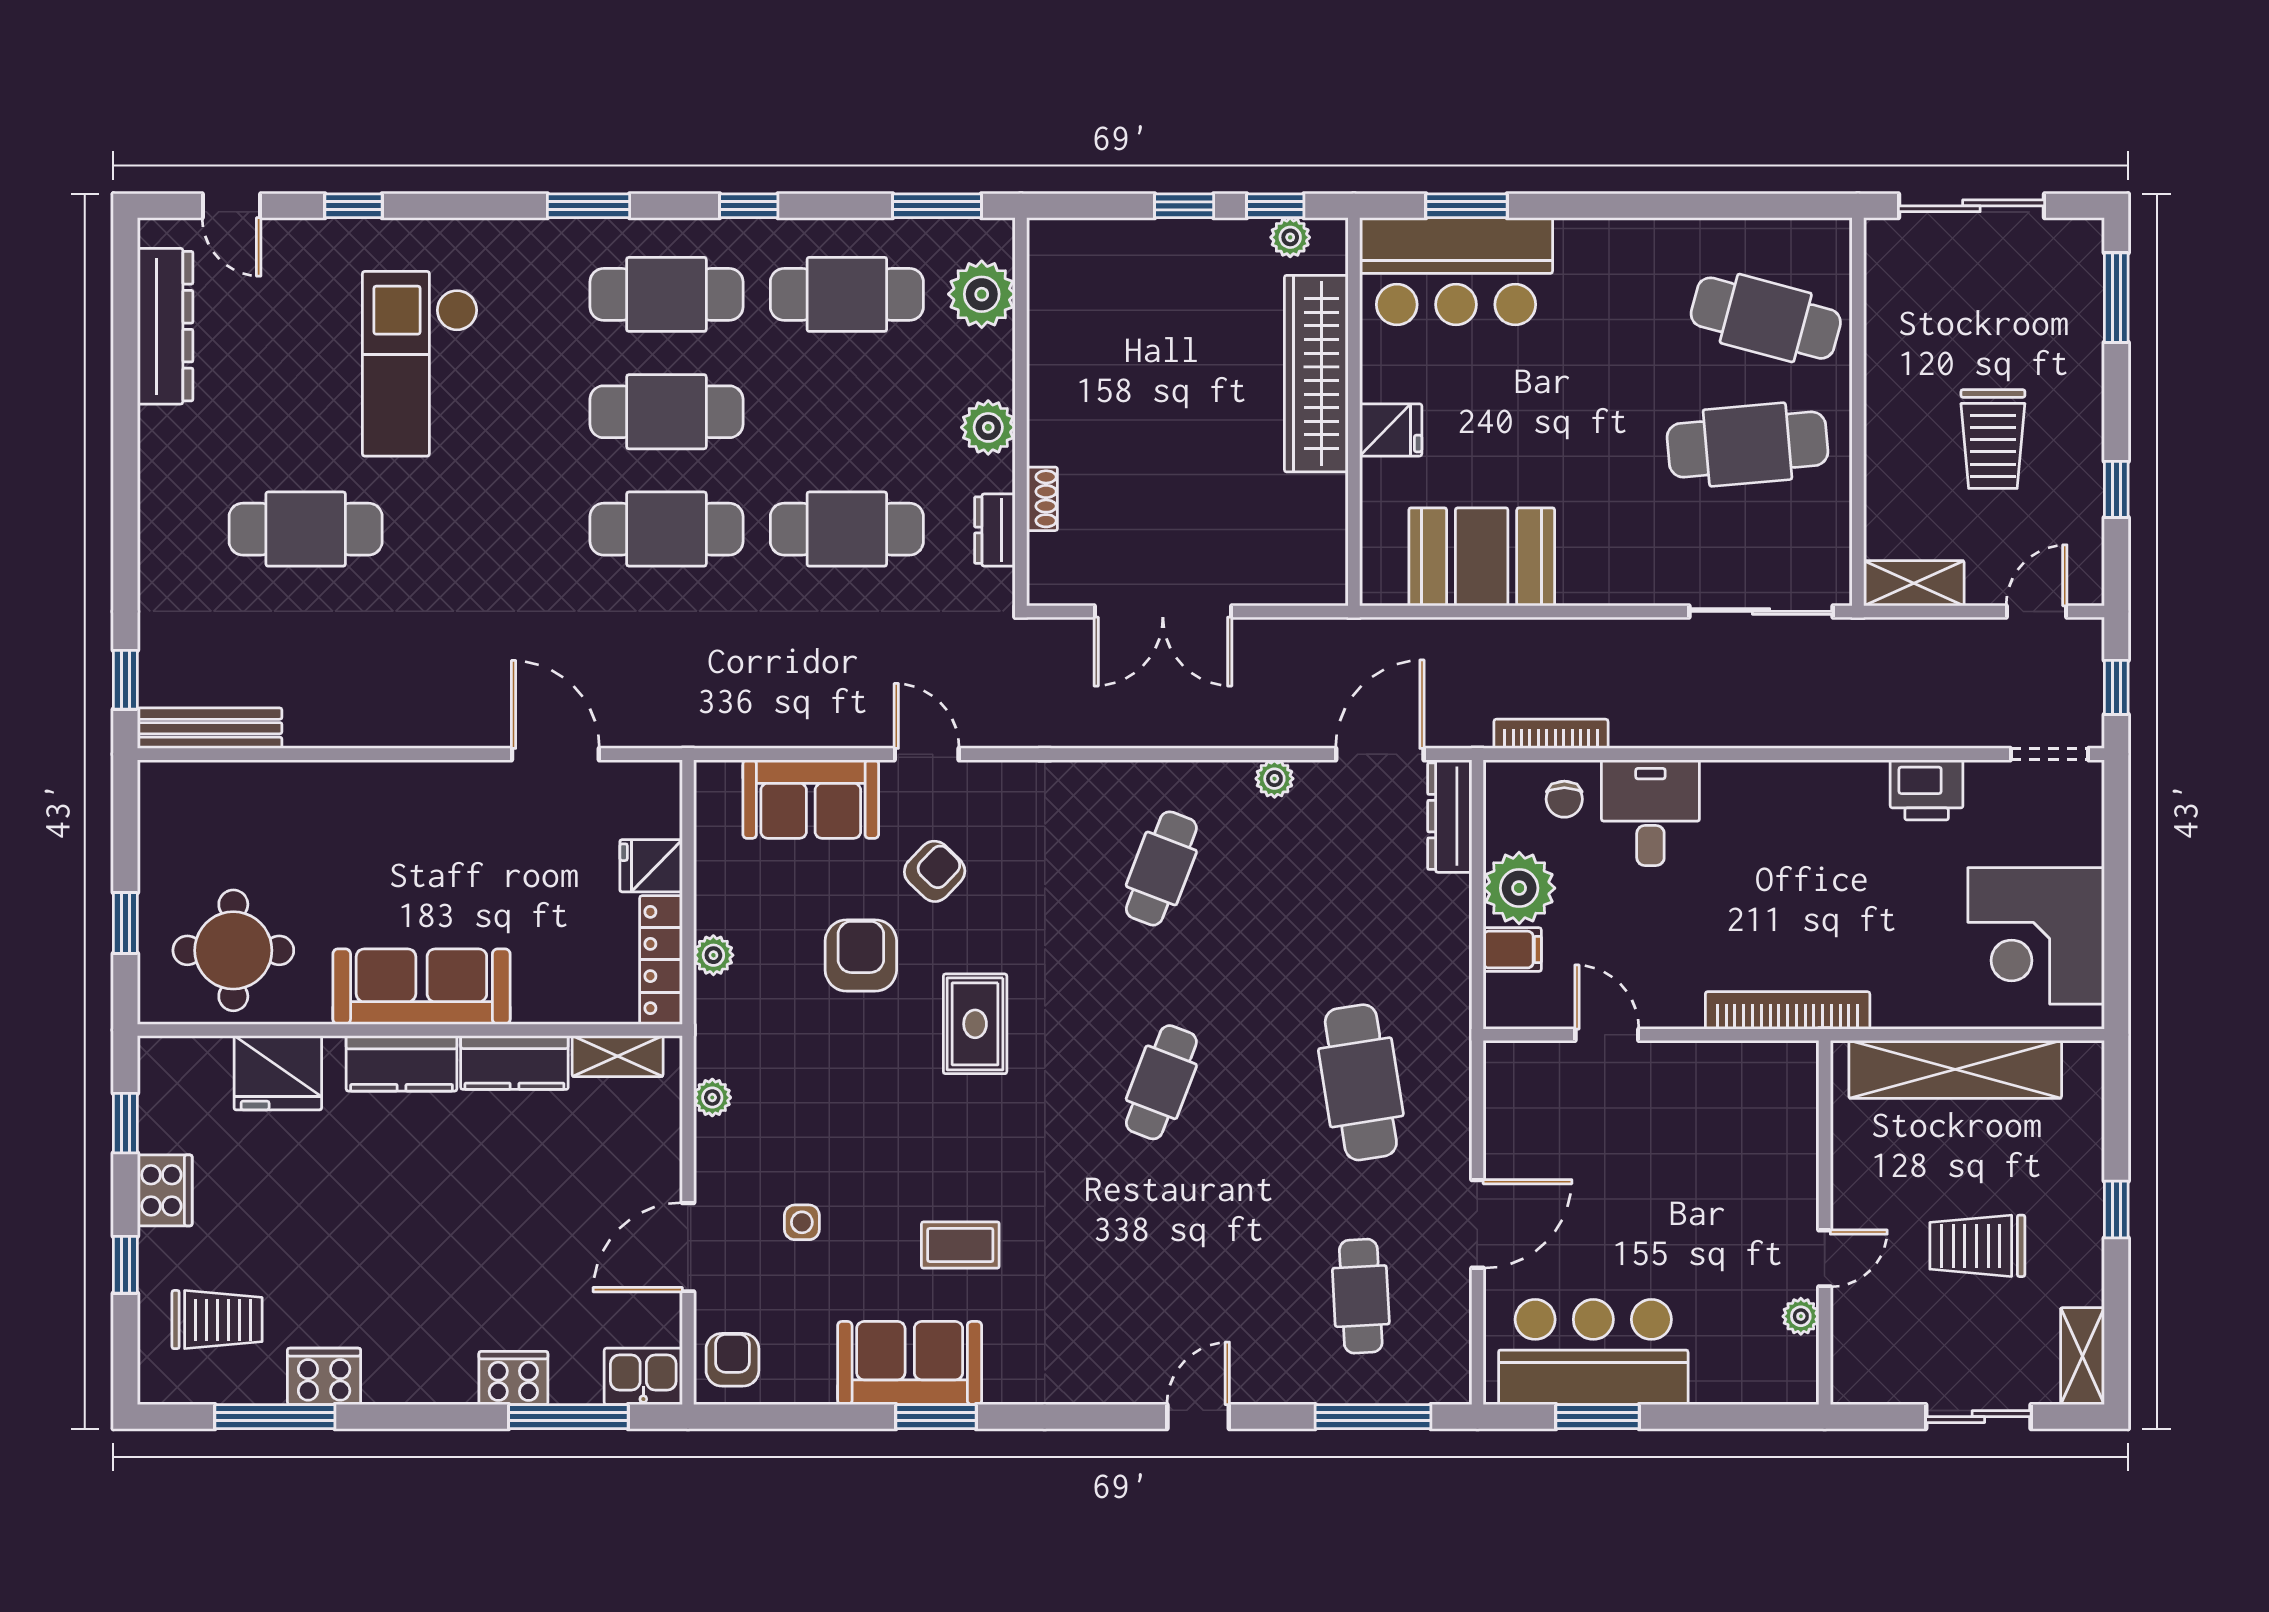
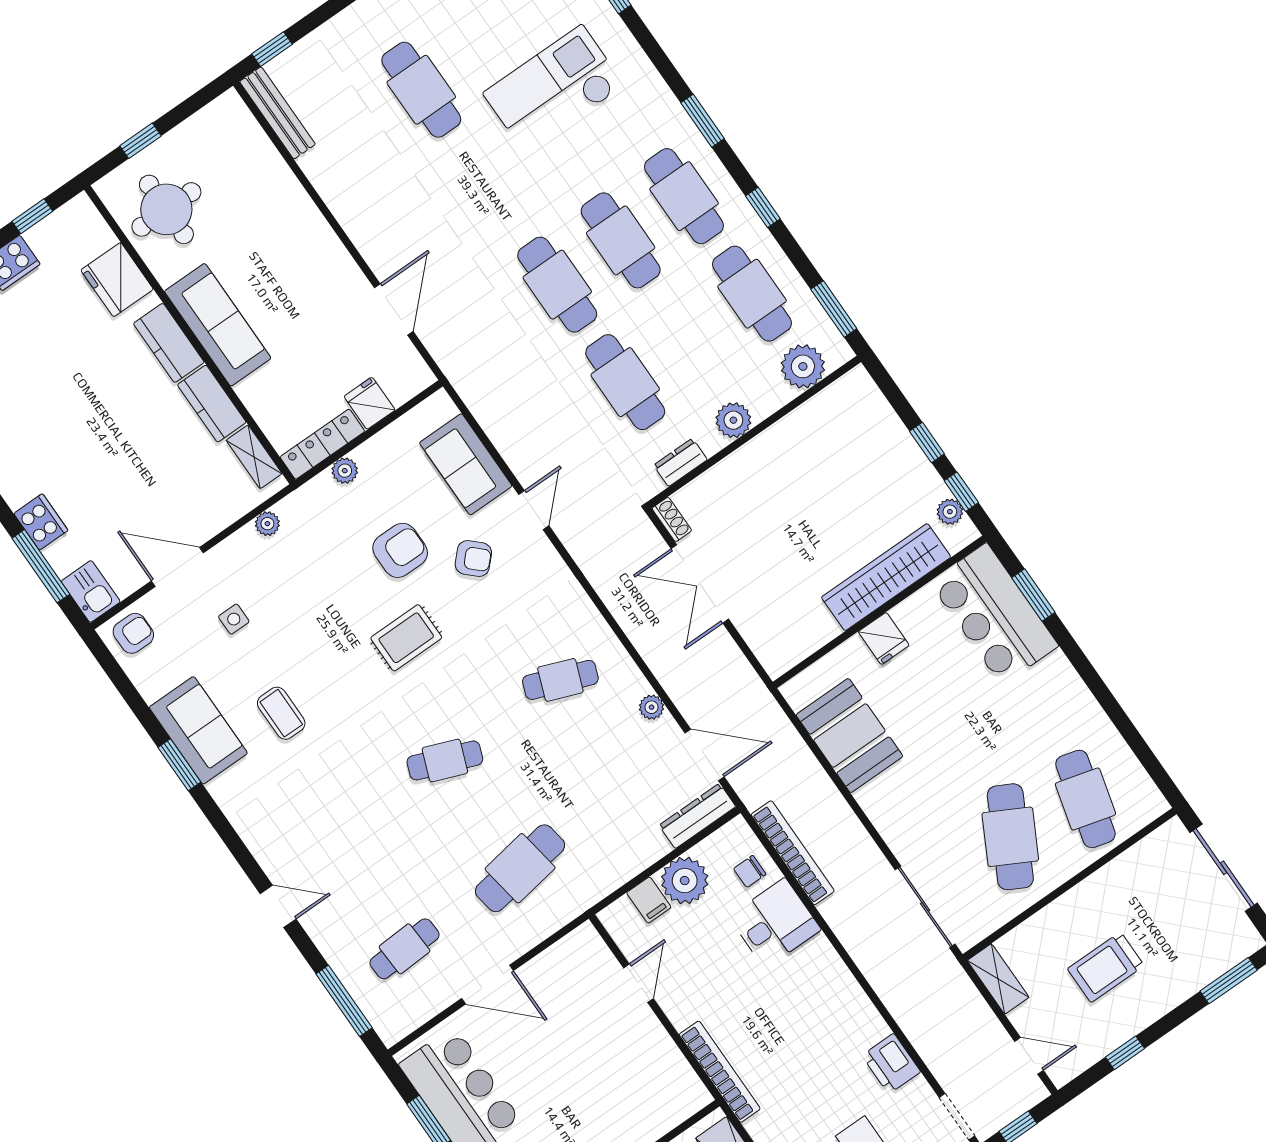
cafe table: (1748, 445) -> (1010, 837), turned 33
shoe rack: (1042, 499) -> (672, 519), moved, turned -90
bookcase: (1551, 734) -> (793, 853), width x1.48, depth x1.31

